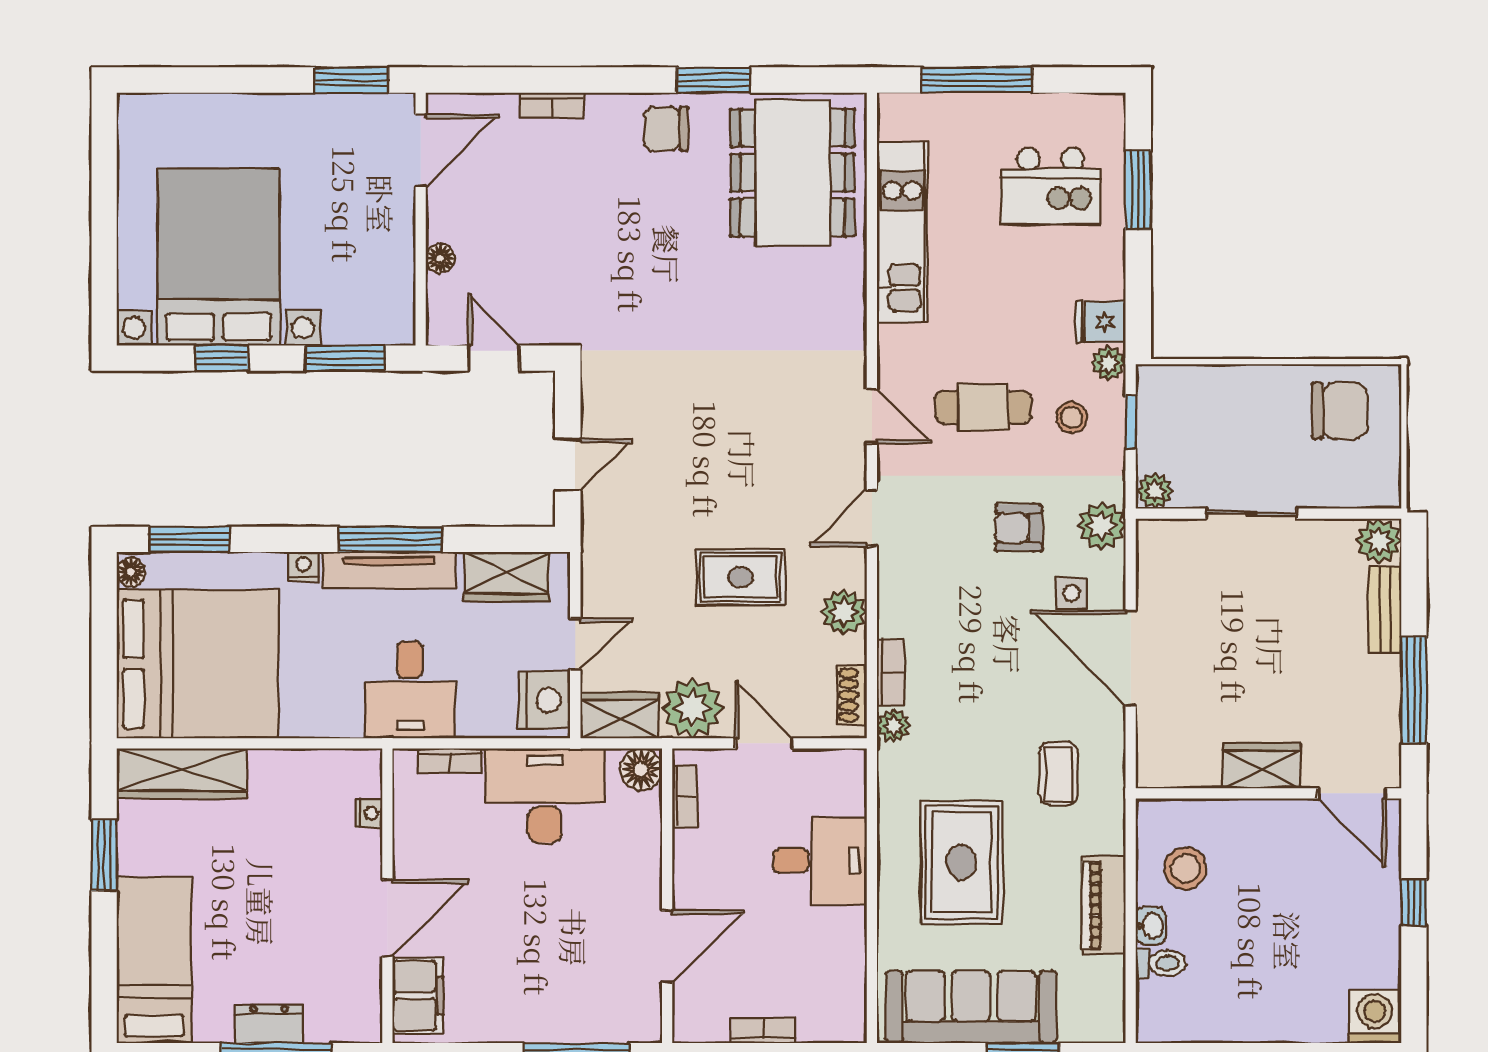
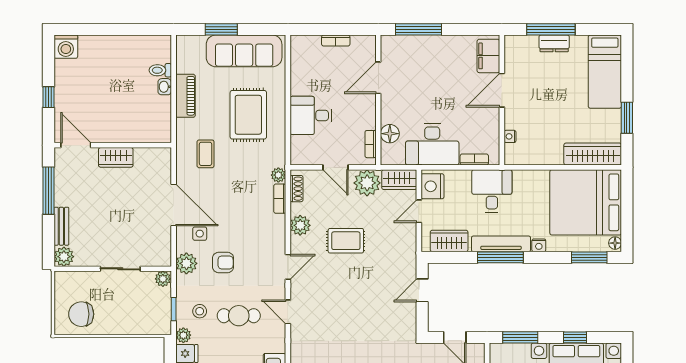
floor lamp: (641, 769) -> (390, 134), moved
stool: (1185, 868) -> (149, 112), removed

